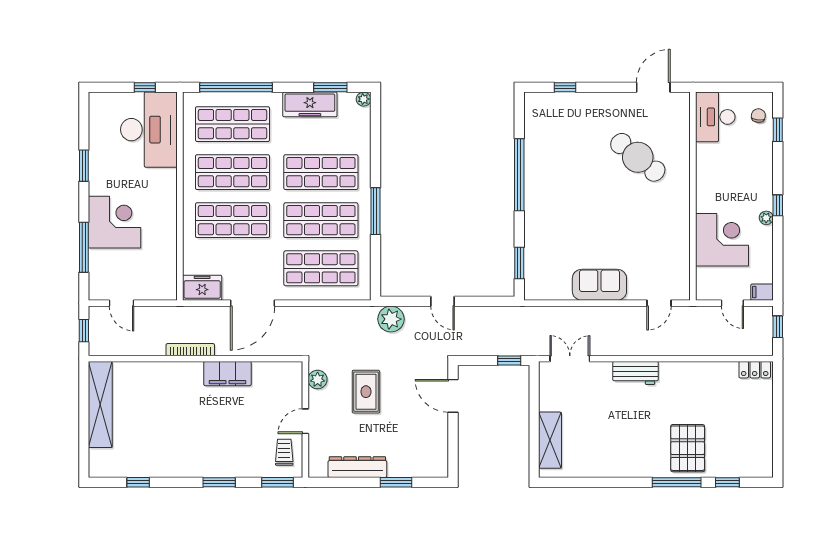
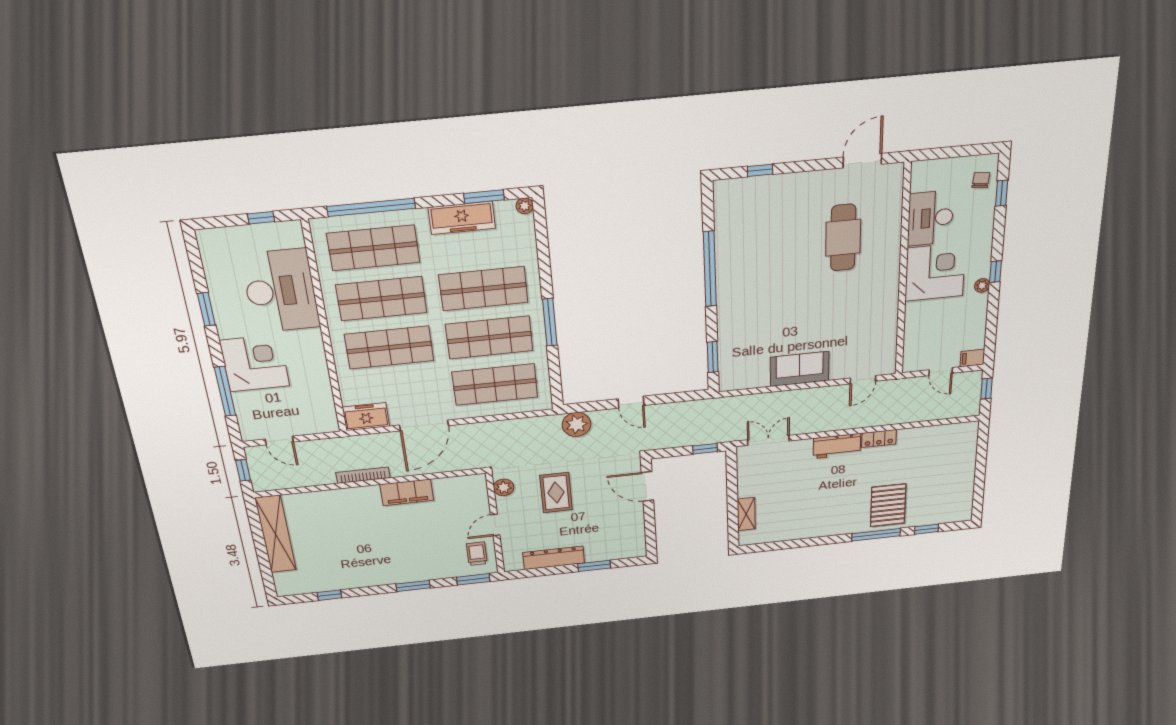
desk: (715, 117) -> (930, 218), moved
desk: (149, 130) -> (281, 291), moved
cafe table: (638, 157) -> (843, 238), turned 51
corner desk: (722, 240) -> (935, 272), moved
locker: (755, 370) -> (879, 439), moved
shelving: (550, 440) -> (746, 514), width x0.67, depth x0.75

